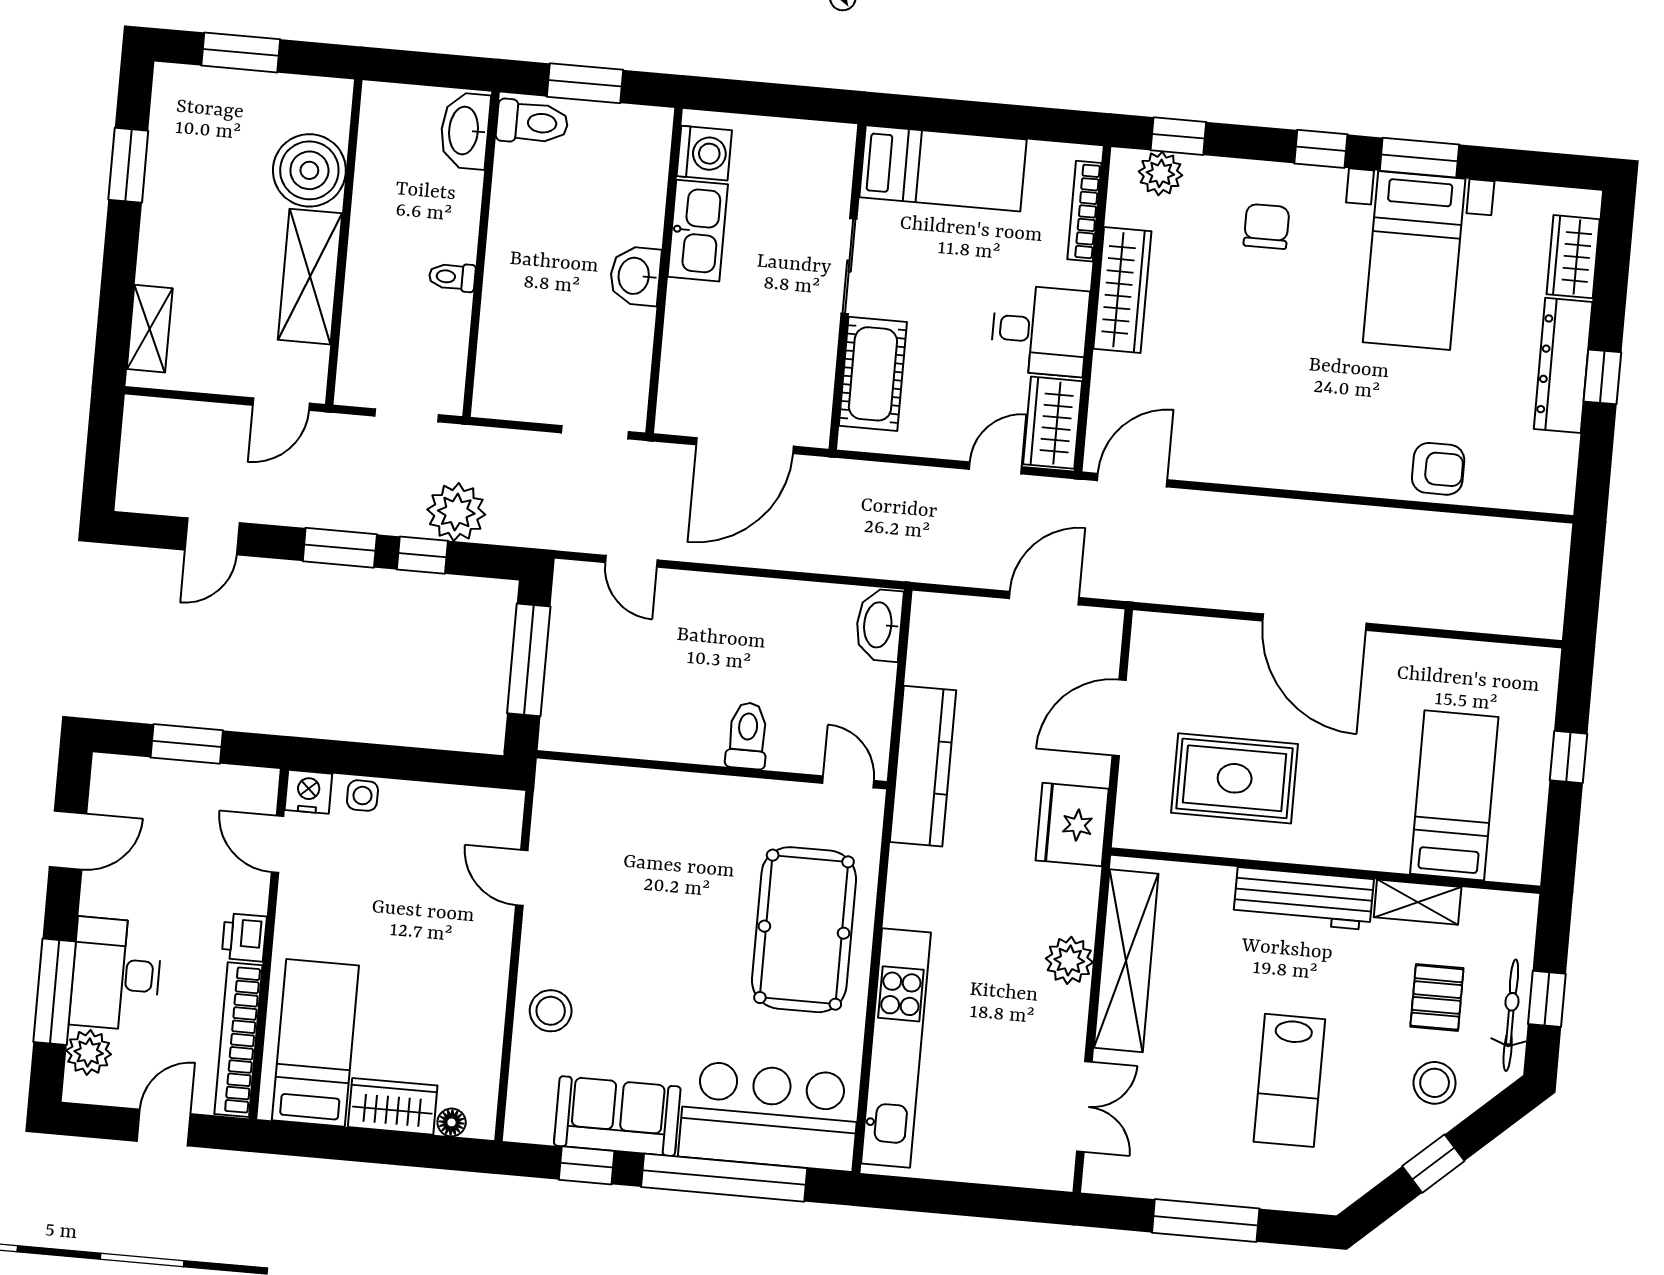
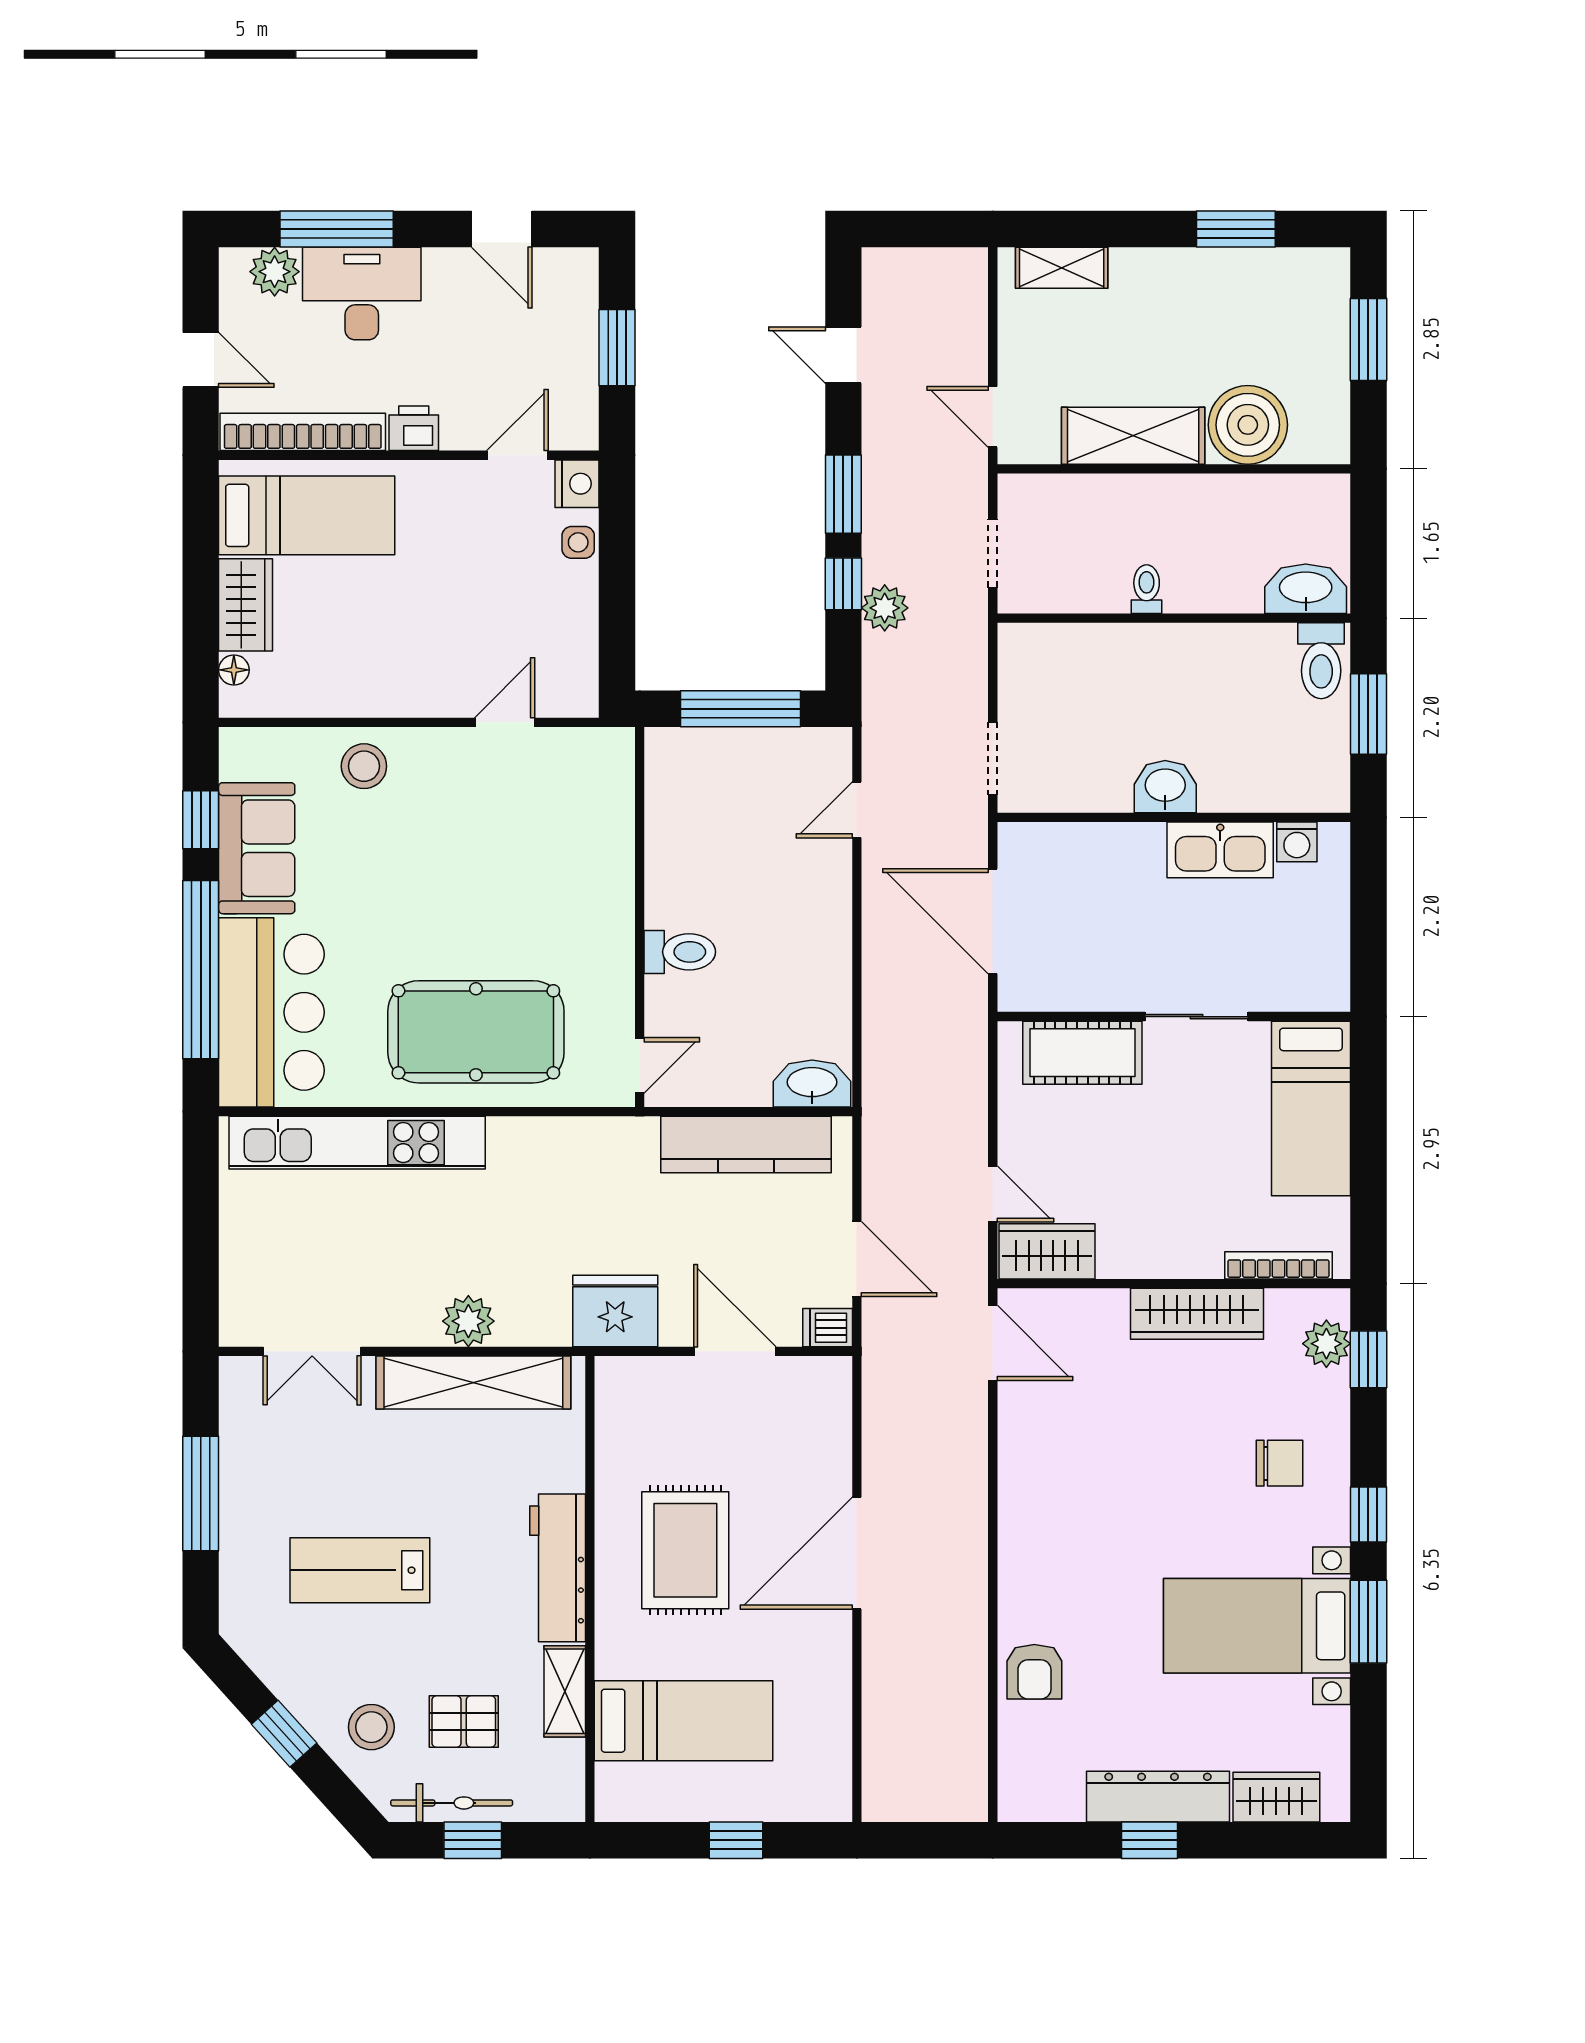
washing machine: (704, 153) -> (1297, 842), width x0.73, depth x0.73
desk: (1040, 330) -> (1145, 1228), removed
plant: (456, 512) -> (885, 608), width x0.73, depth x0.73
dishwasher: (1105, 631) -> (828, 1328), added
kitchen counter: (923, 766) -> (746, 1144), moved
rug: (1235, 778) -> (685, 1550), moved

